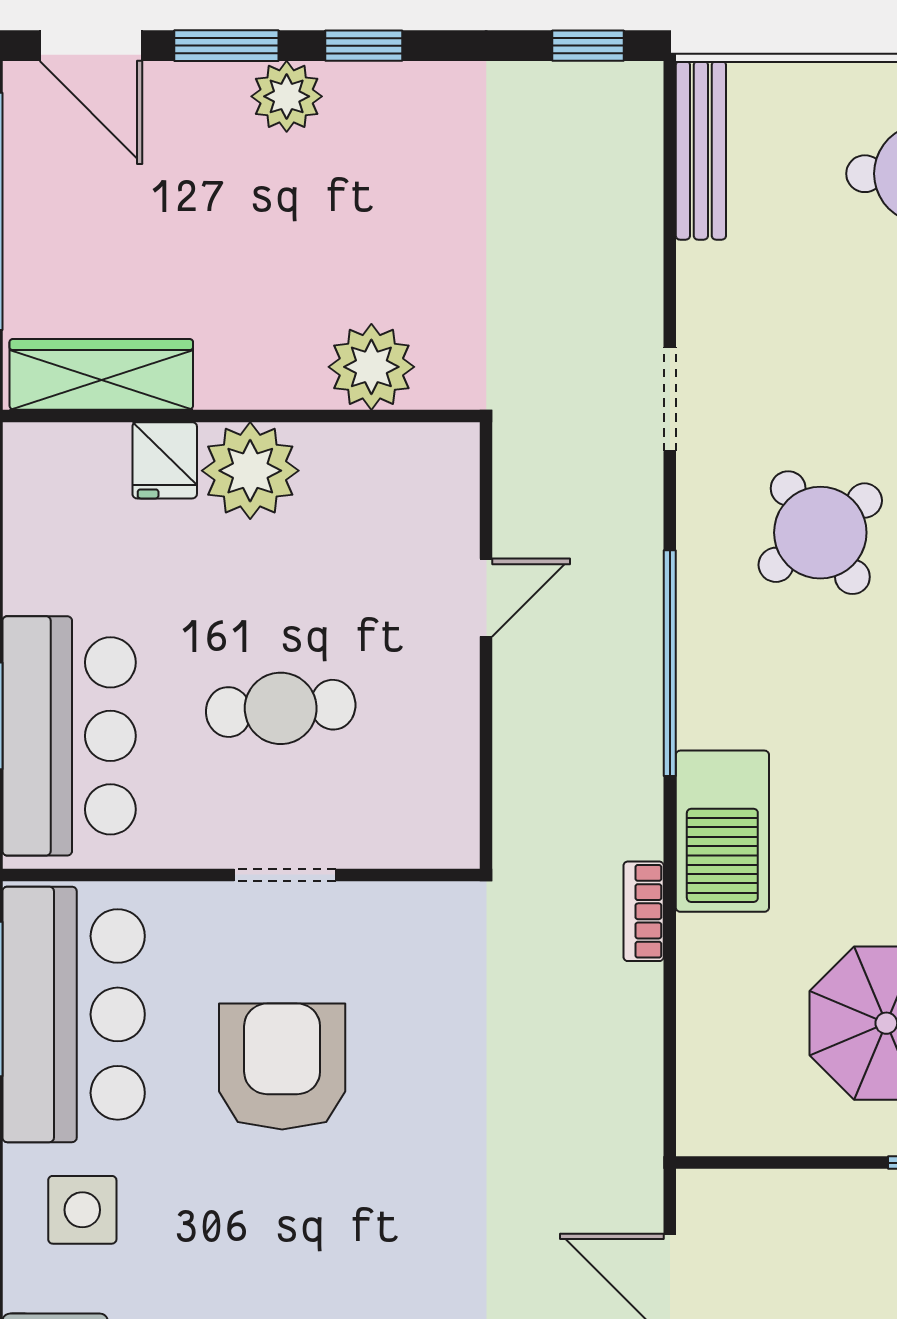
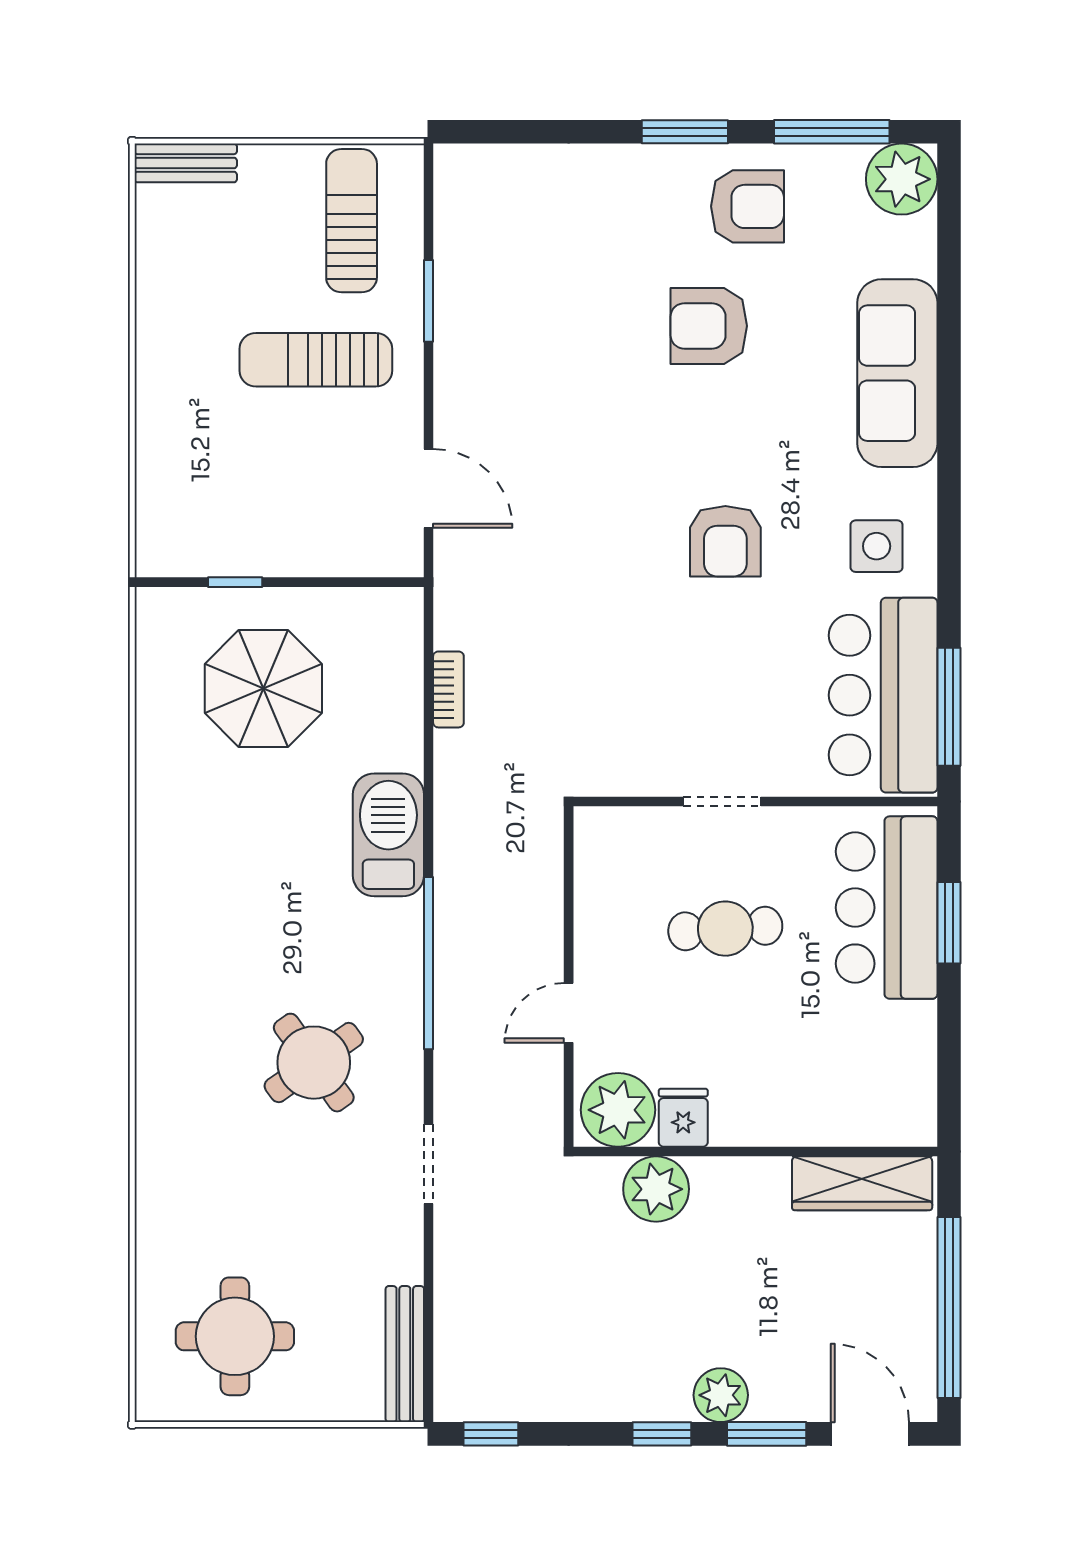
fridge: (165, 460) -> (683, 1118), moved
plant: (250, 471) -> (618, 1110), moved
bookcase: (644, 911) -> (448, 689), moved
armchair: (282, 1067) -> (725, 541), moved, width x0.73, depth x0.73

